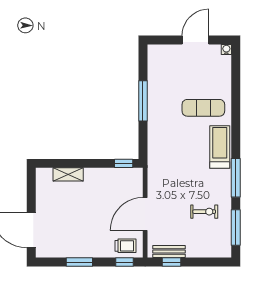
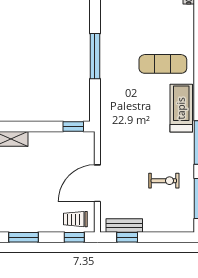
trolley: (125, 246) -> (75, 219), turned 180

